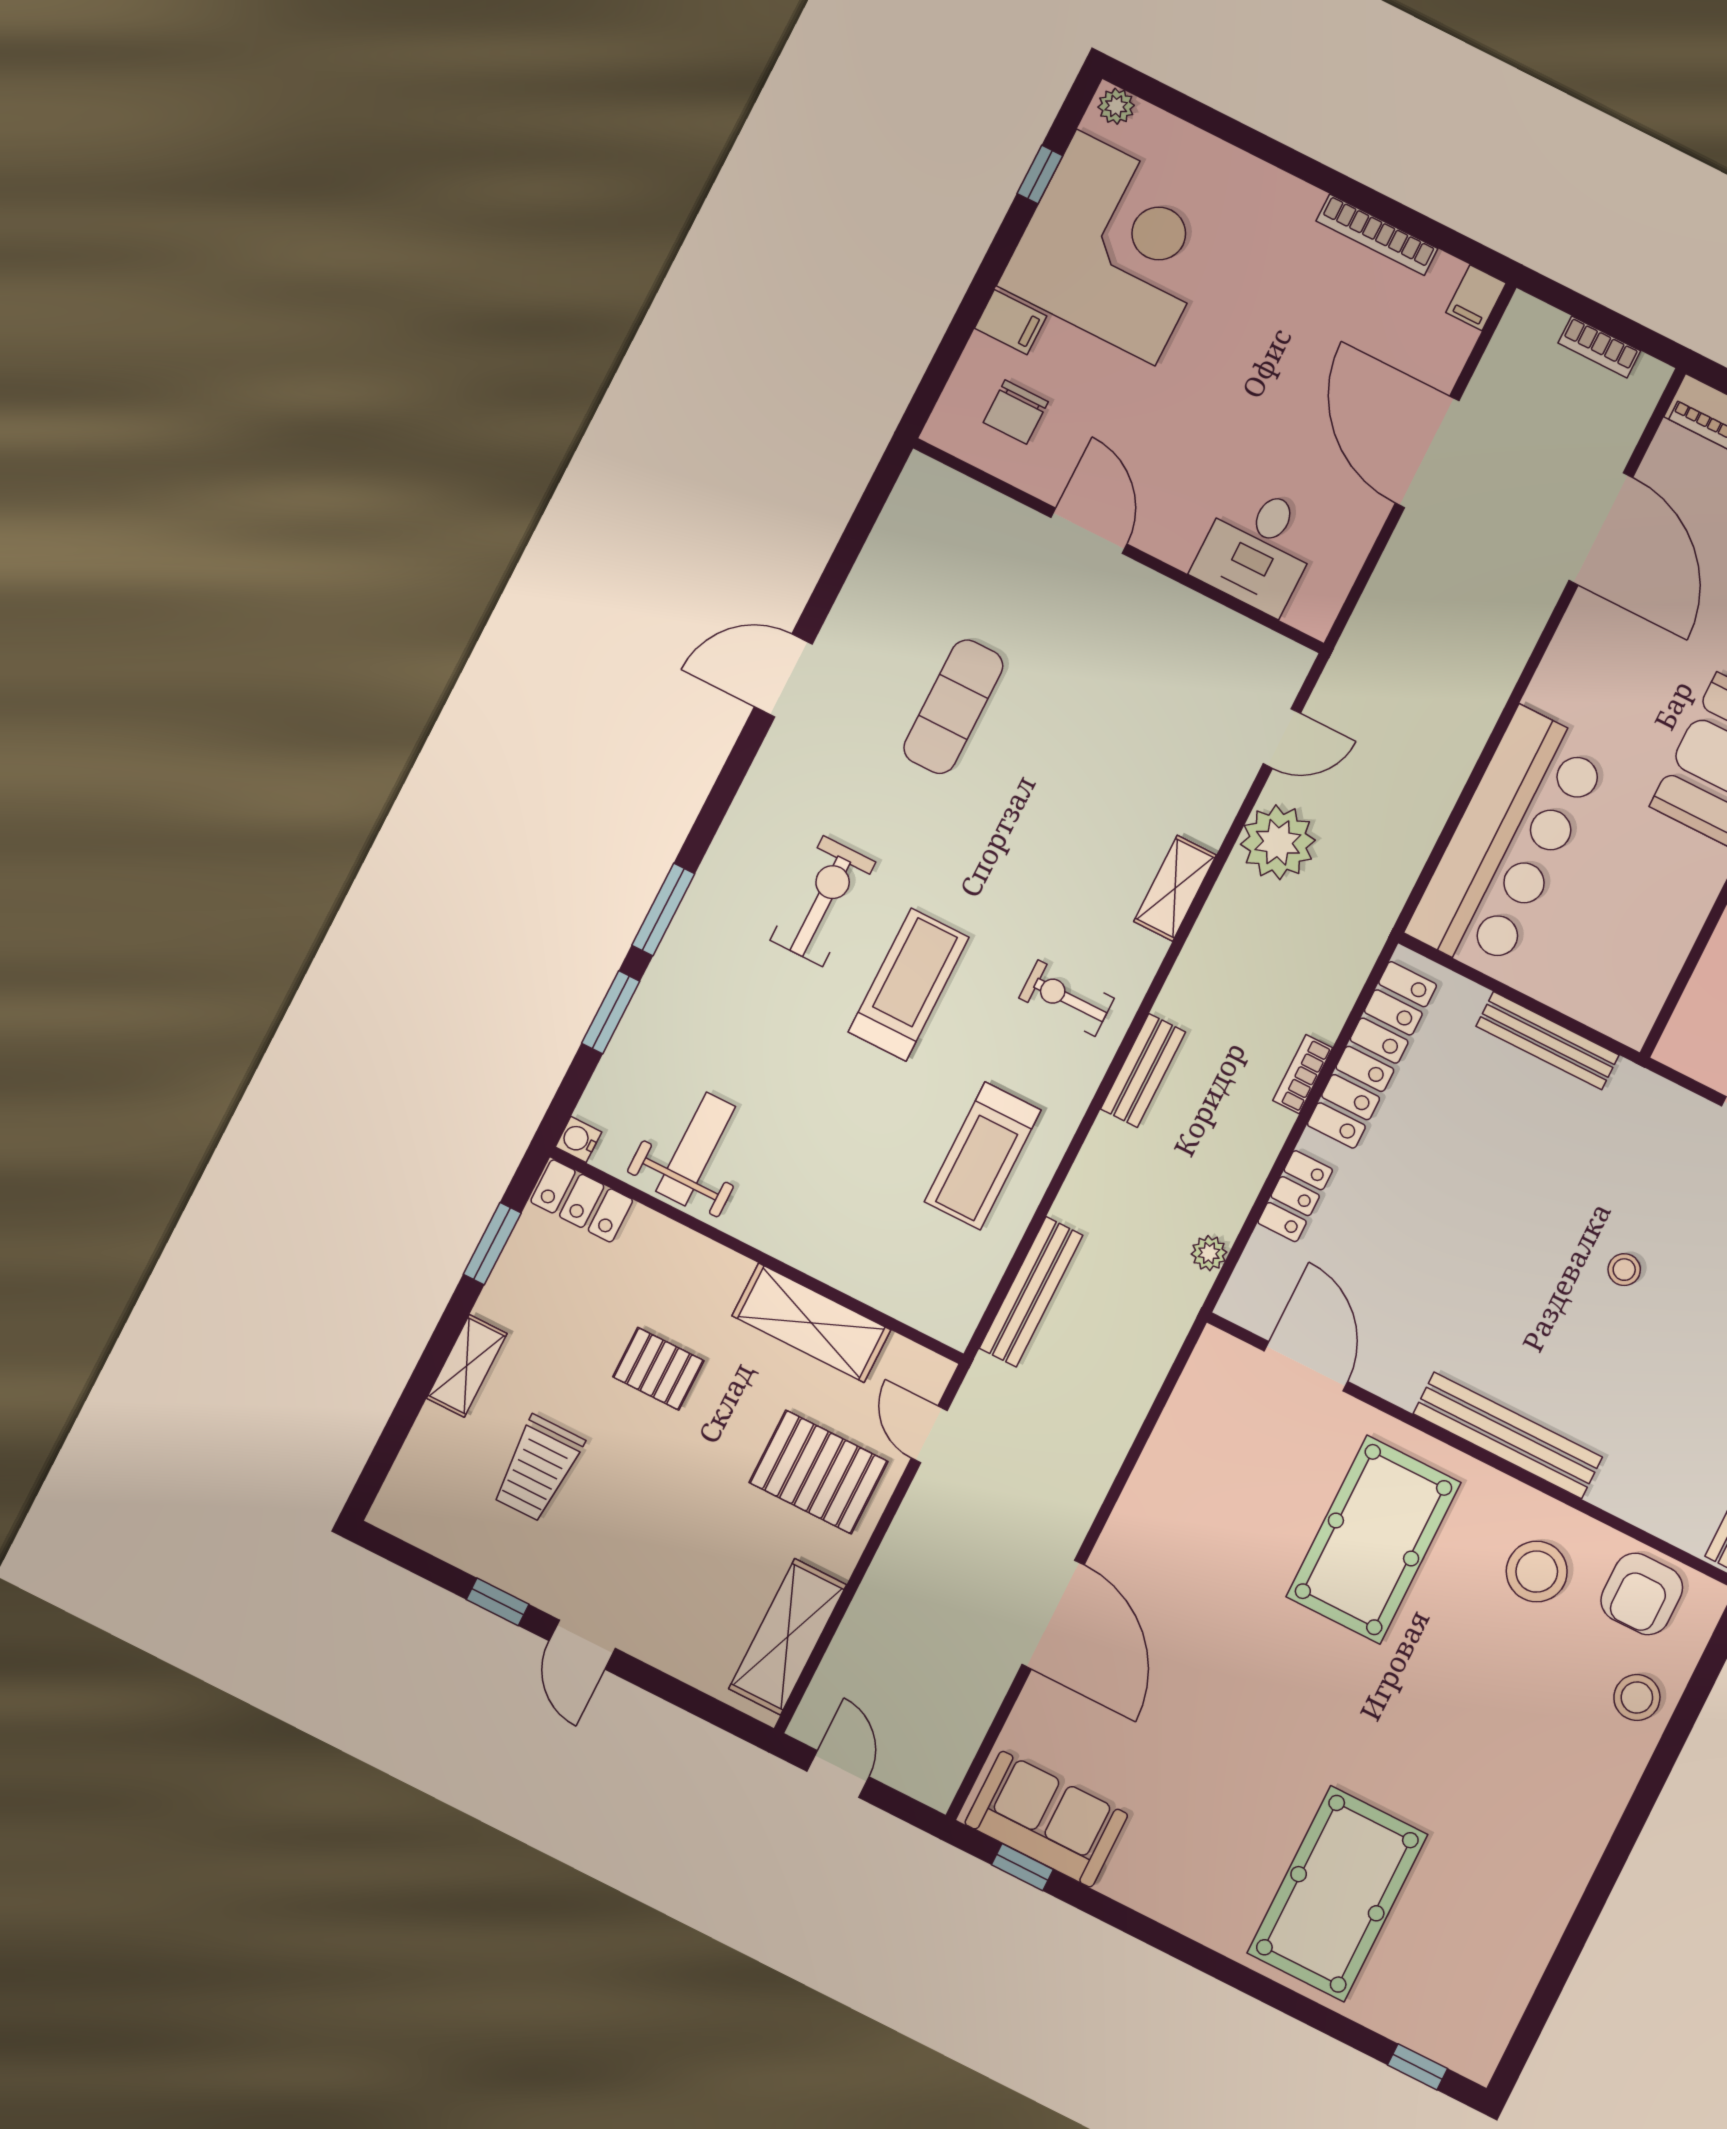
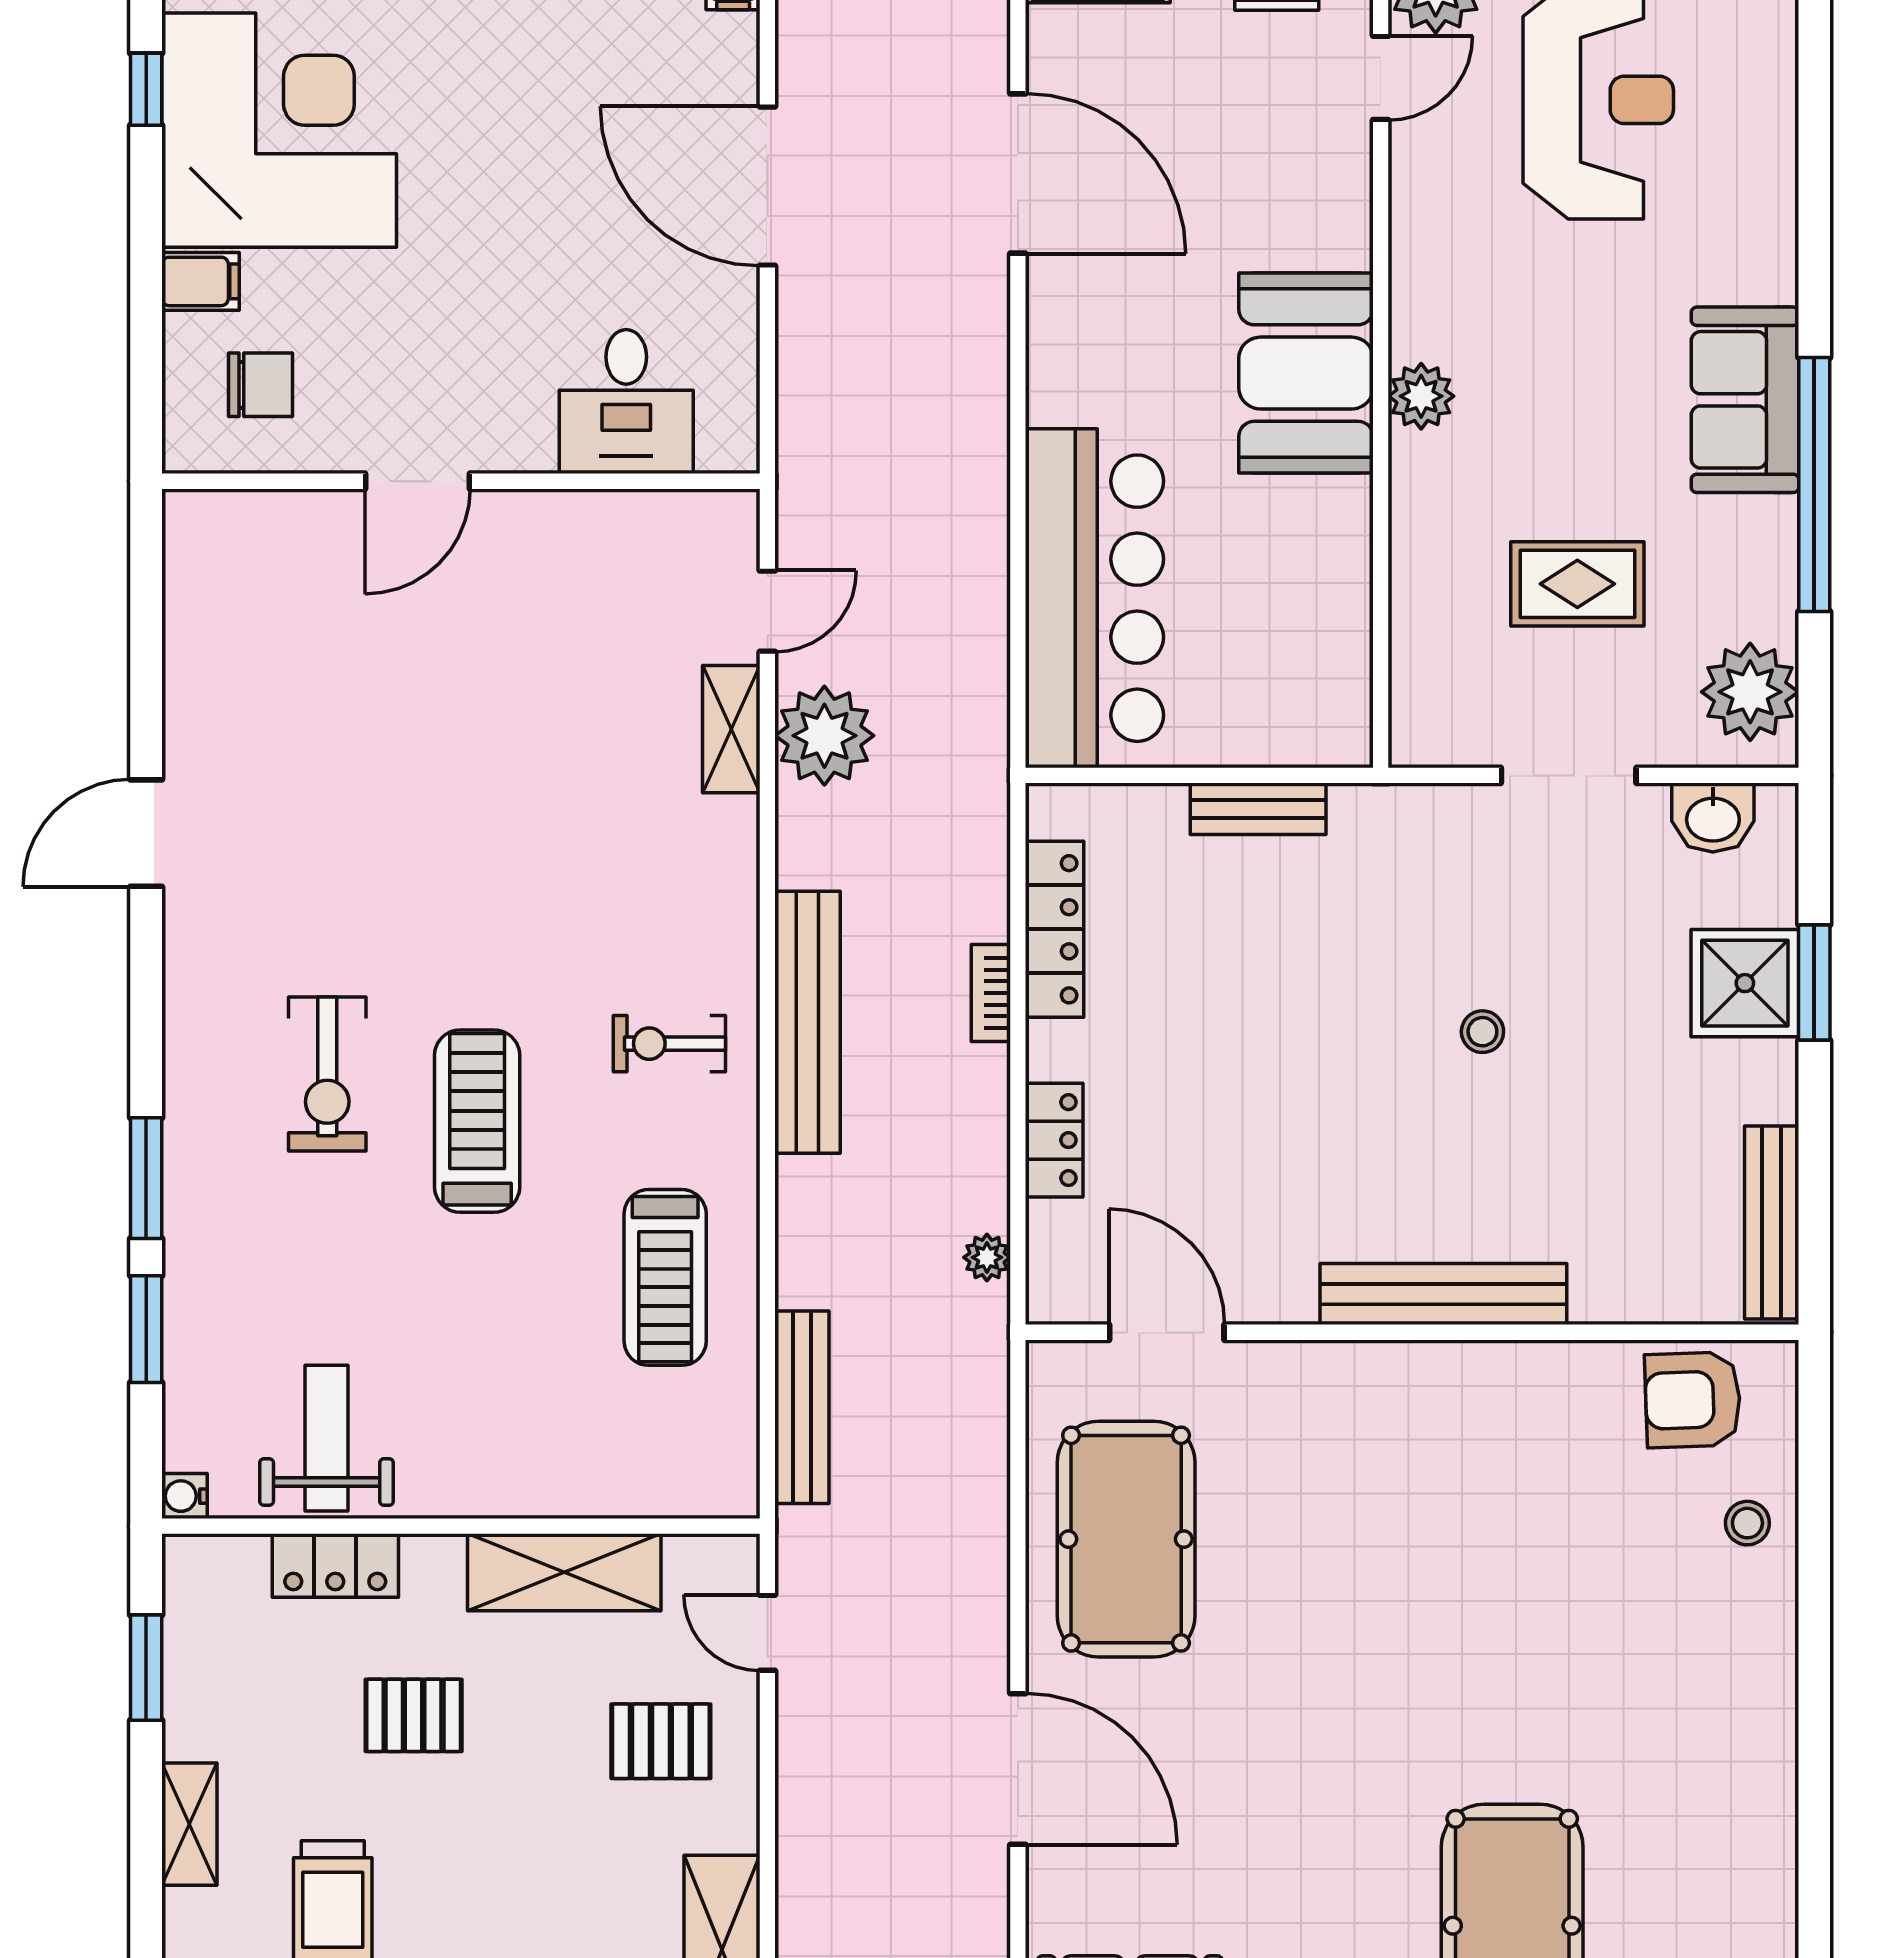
chair: (1016, 412) -> (260, 385), turned -90
door: (1089, 531) -> (417, 481), swing flipped
exercise mat: (953, 707) -> (364, 769), removed
shelving: (1175, 888) -> (731, 729), moved
exercise bike: (823, 901) -> (327, 1074), turned 180
bench: (1548, 1041) -> (1258, 809), width x0.73
locker: (1372, 1055) -> (1054, 929), width x0.71, depth x0.83
bench: (1143, 1070) -> (808, 1022), width x1.86, depth x1.21
locker: (582, 1201) -> (335, 1566), moved
pallet: (819, 1472) -> (661, 1741), width x0.67, depth x0.71
pool table: (1373, 1539) -> (1126, 1539), moved
stool: (1537, 1572) -> (1557, 1436), removed
armchair: (1642, 1594) -> (1693, 1400), turned 88
stool: (1637, 1697) -> (1747, 1523), width x0.73, depth x0.73

